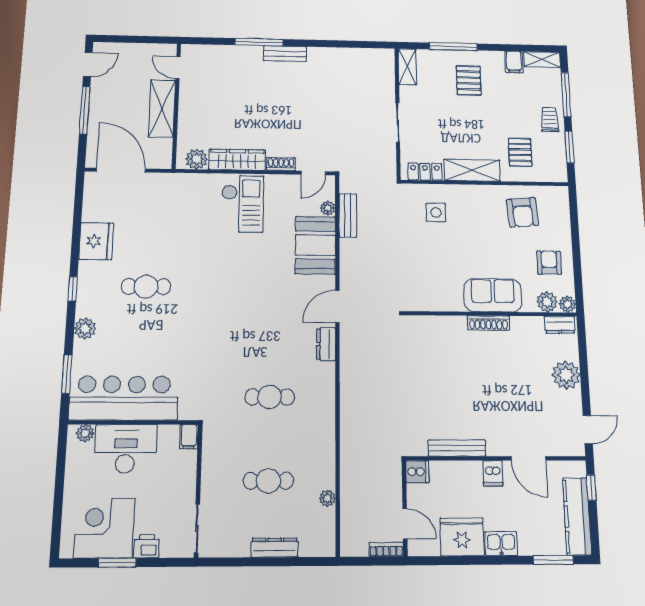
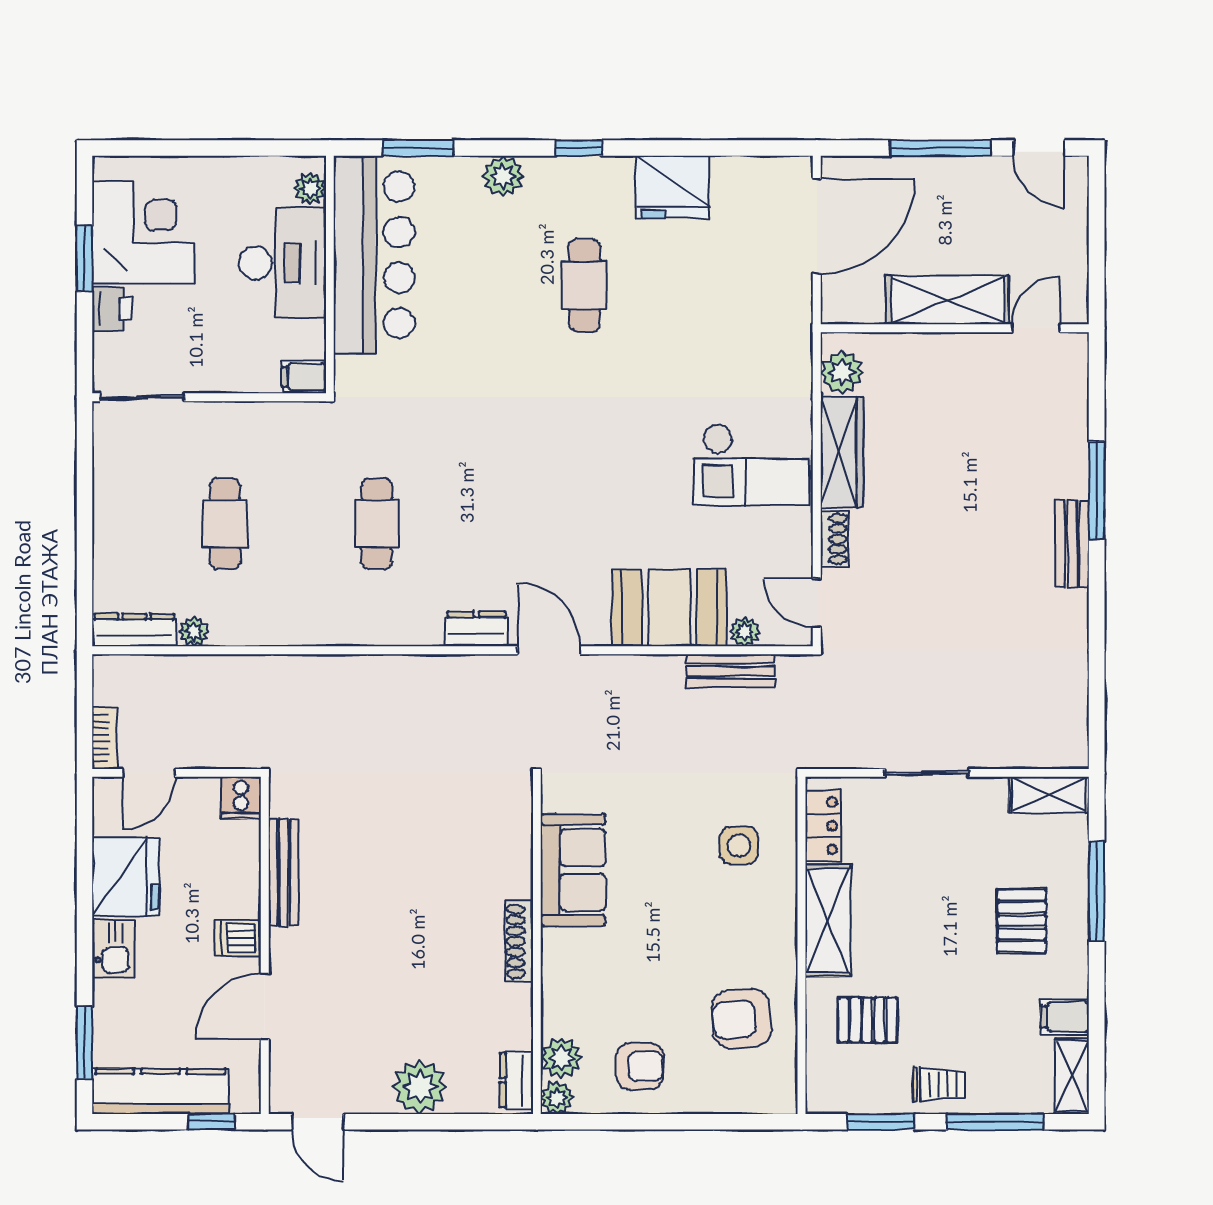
pallet: (469, 80) -> (1022, 921), turned 90
sofa: (493, 295) -> (573, 870), moved
dresser: (274, 548) -> (134, 630), moved, turned -90

